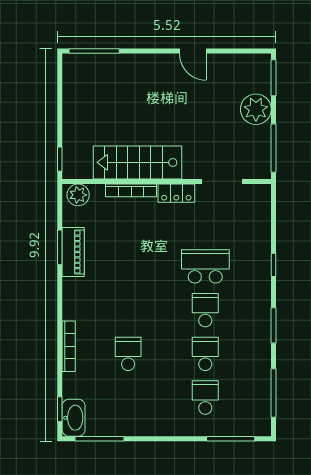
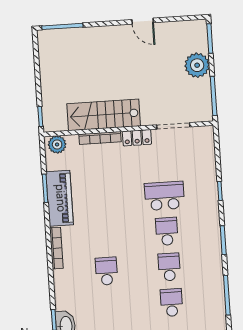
piano: (73, 252) -> (60, 198), width x1.37, depth x1.33
bookcase: (69, 346) -> (56, 248), moved

